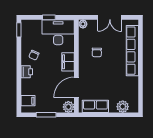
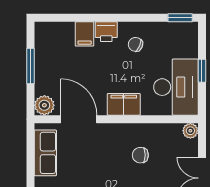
filing cabinet: (28, 101) -> (85, 34), moved

